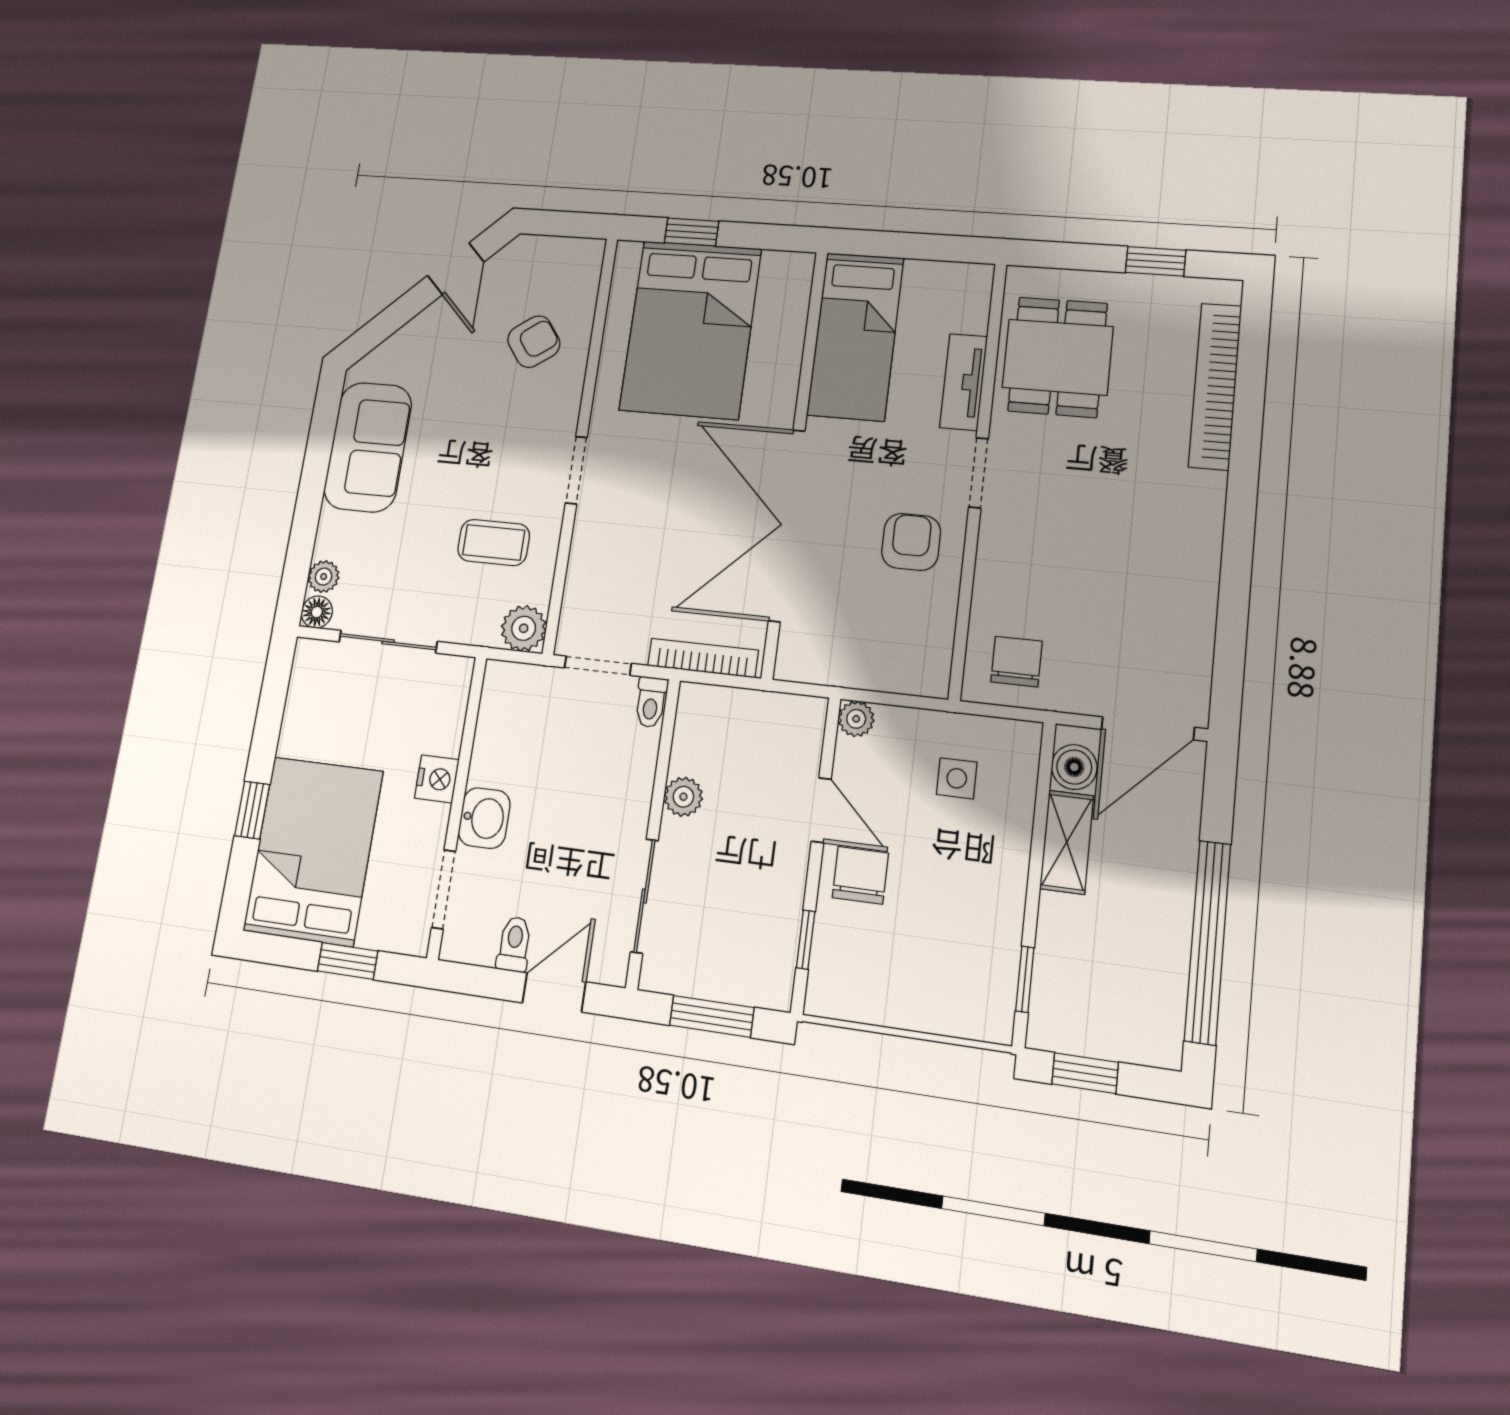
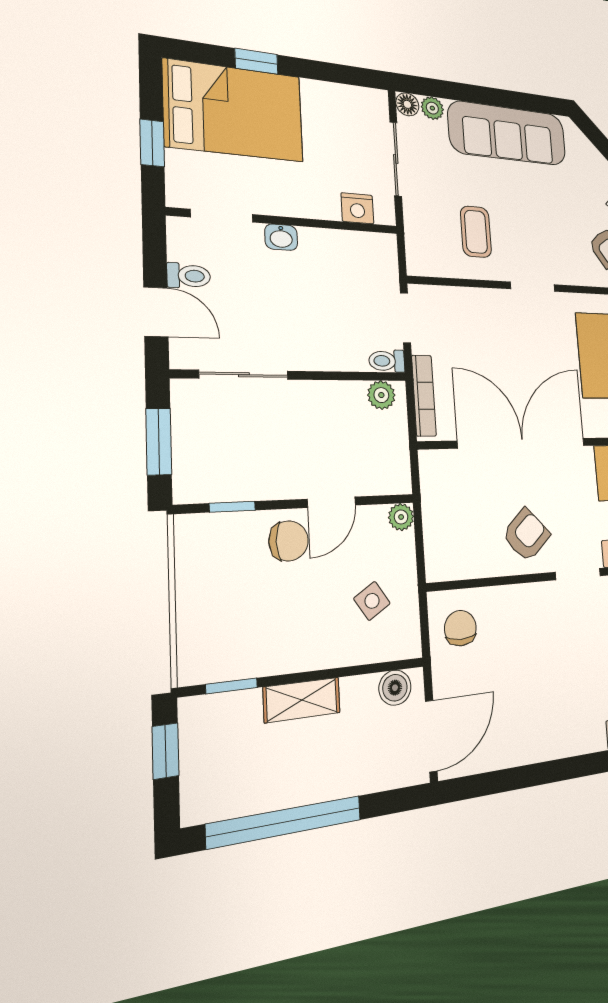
sofa: (368, 447) -> (508, 133), width x1.36
armchair: (911, 542) -> (526, 535), turned -43
plant: (524, 628) -> (422, 260), removed
chair: (1017, 662) -> (460, 628), turned -90
door: (1148, 728) -> (431, 736), swing flipped
side table: (957, 778) -> (372, 601), turned -33
nightstand: (437, 779) -> (357, 208), moved
plant: (683, 797) -> (381, 395), moved
washbasin: (484, 818) -> (281, 237), width x0.72, depth x0.69
shelving: (1067, 842) -> (302, 700), moved

